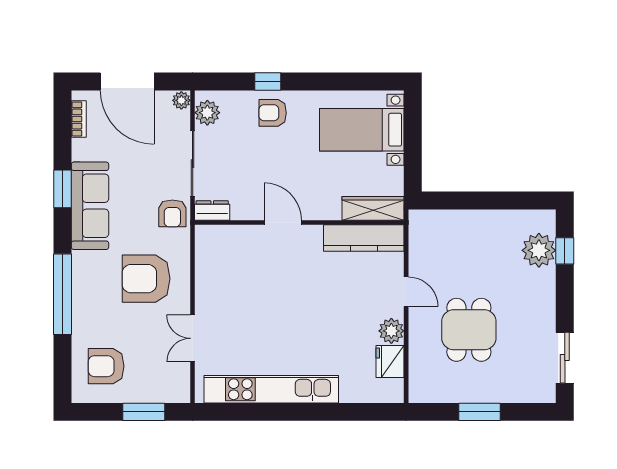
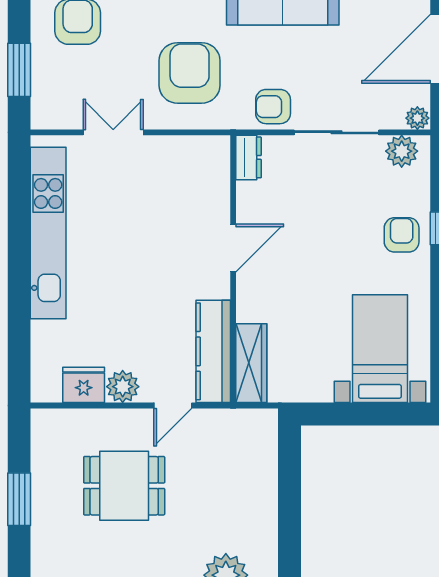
wardrobe: (373, 208) -> (251, 363), moved
dresser: (212, 210) -> (249, 157), moved
door: (283, 222) -> (233, 248), moved
wall: (299, 222) -> (233, 269), moved
kitchen counter: (364, 238) -> (213, 351), moved

